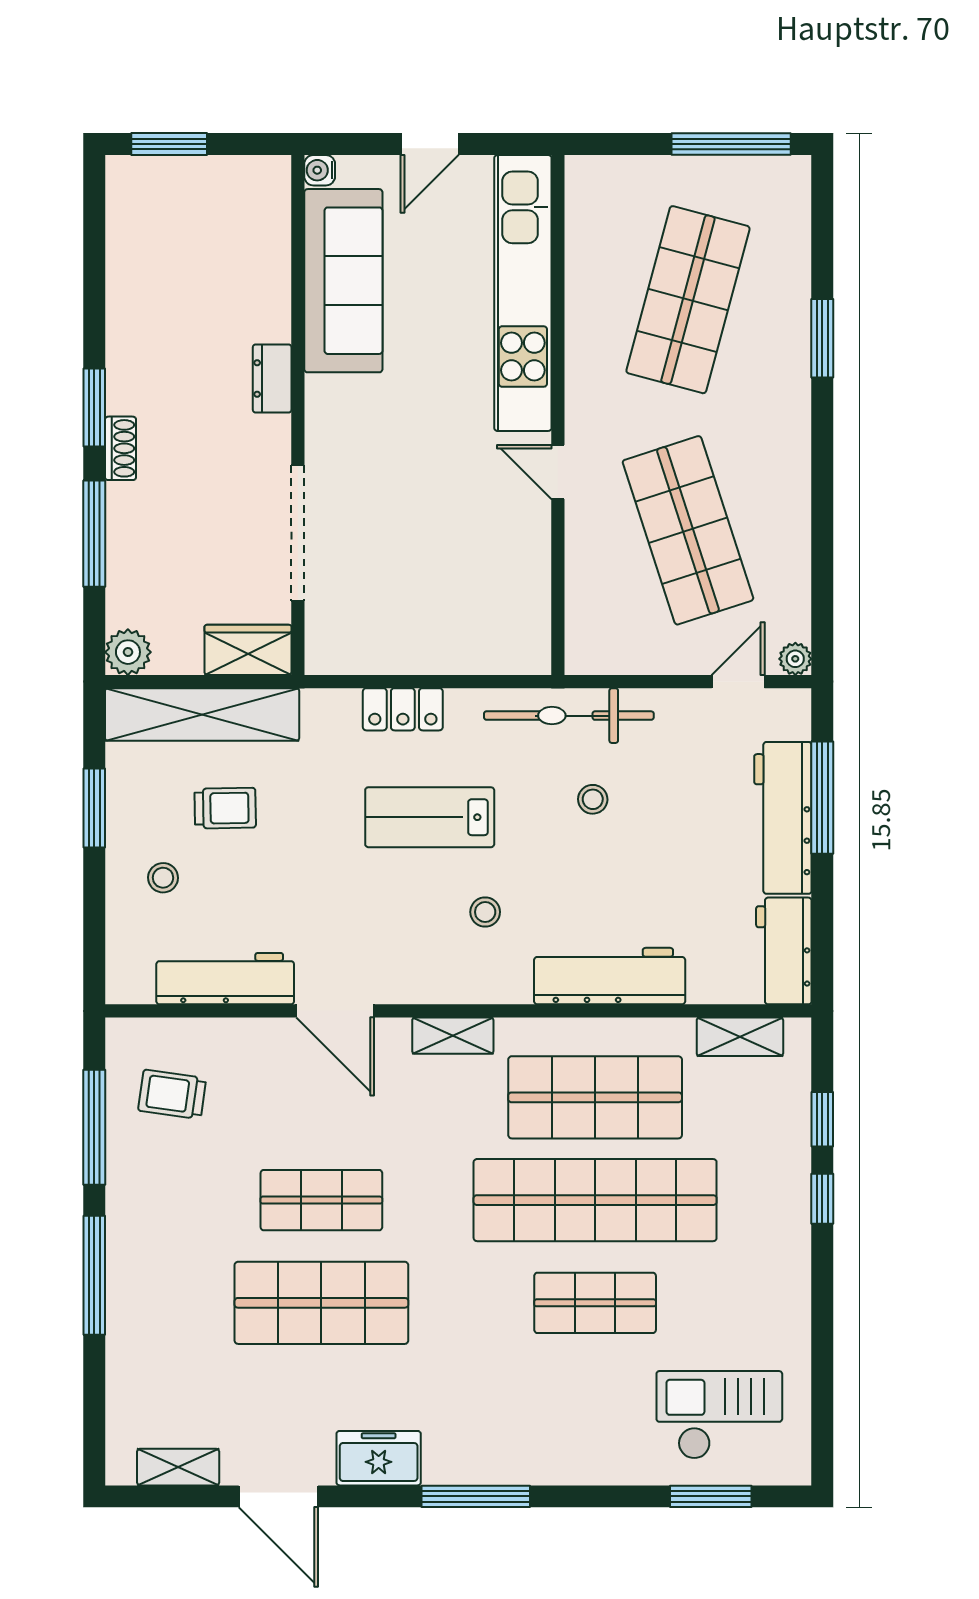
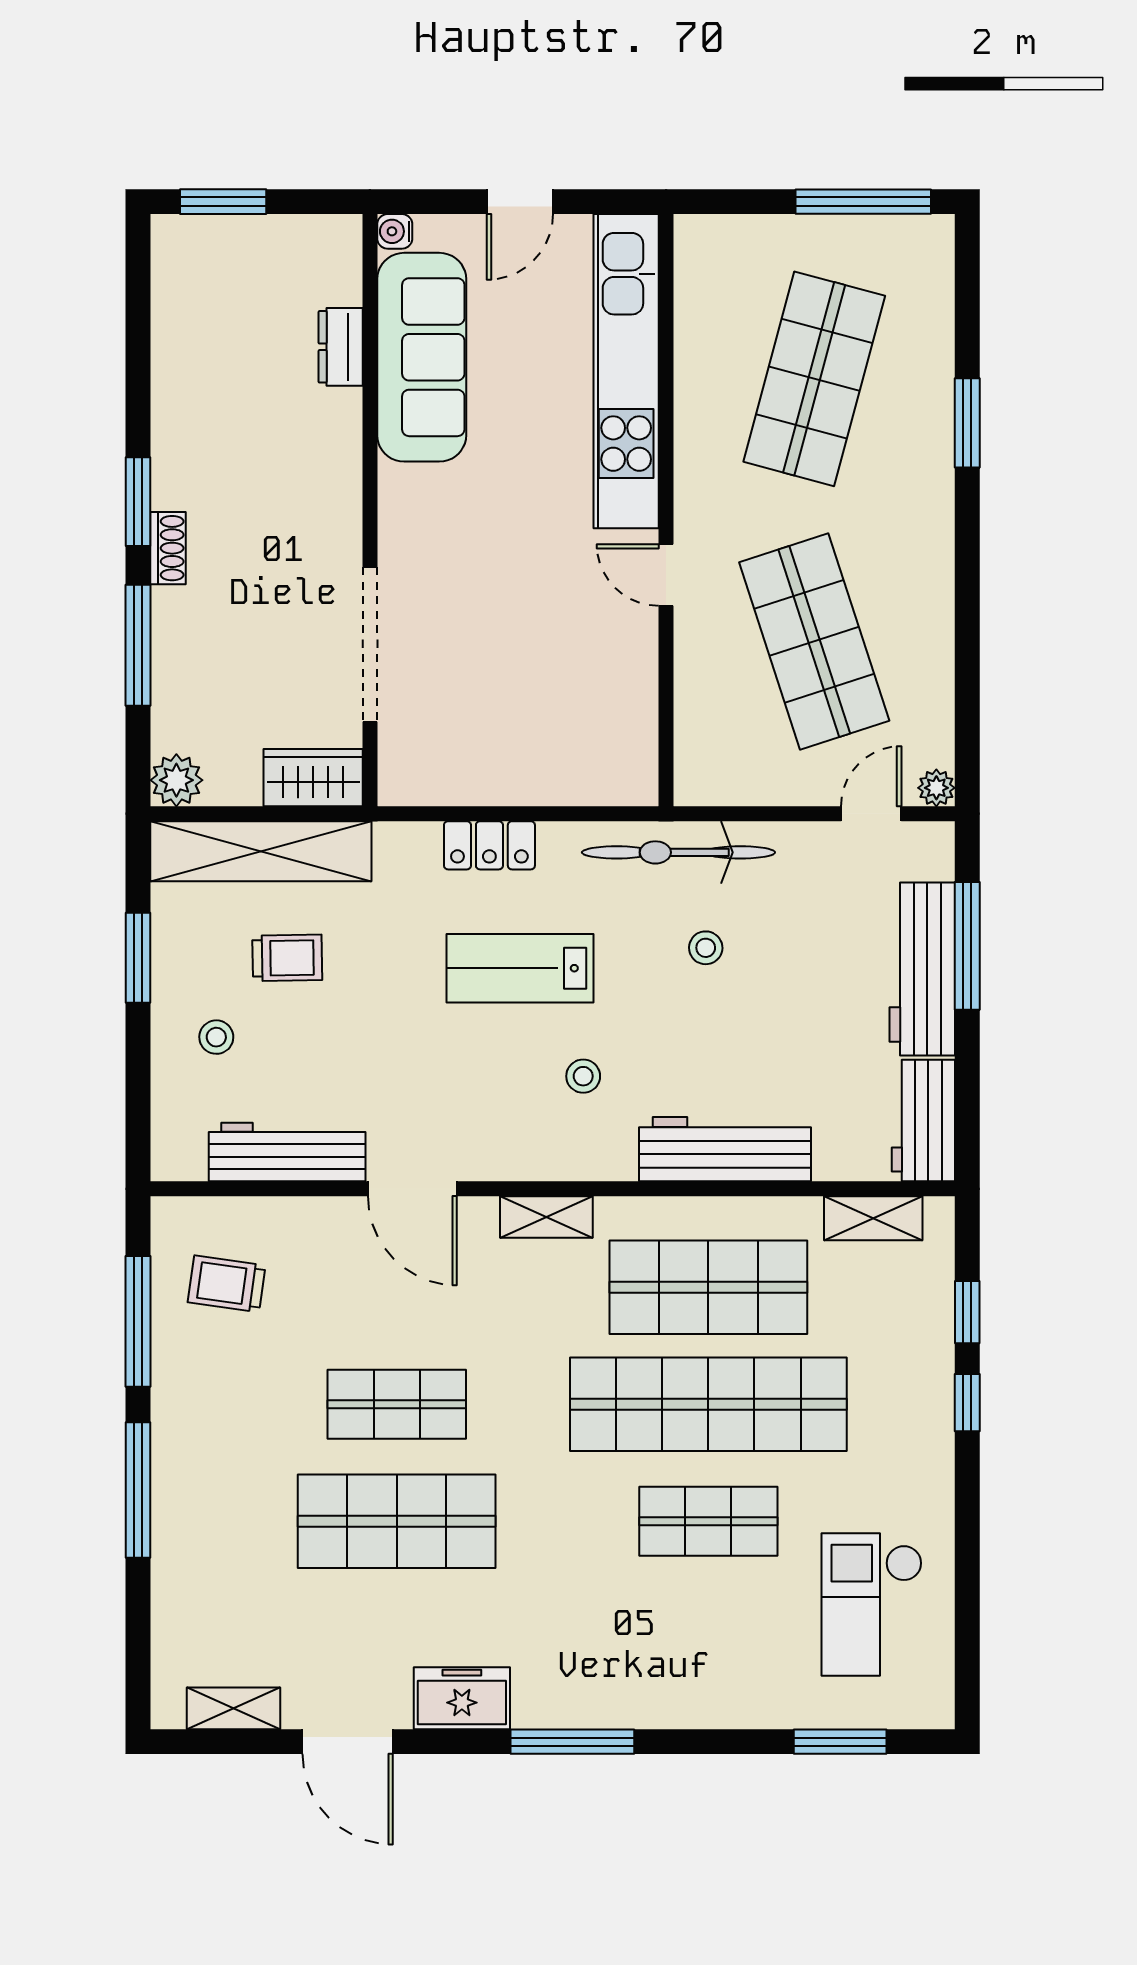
dresser: (272, 378) -> (341, 347), moved
checkout: (719, 1415) -> (872, 1605), moved, turned -90

